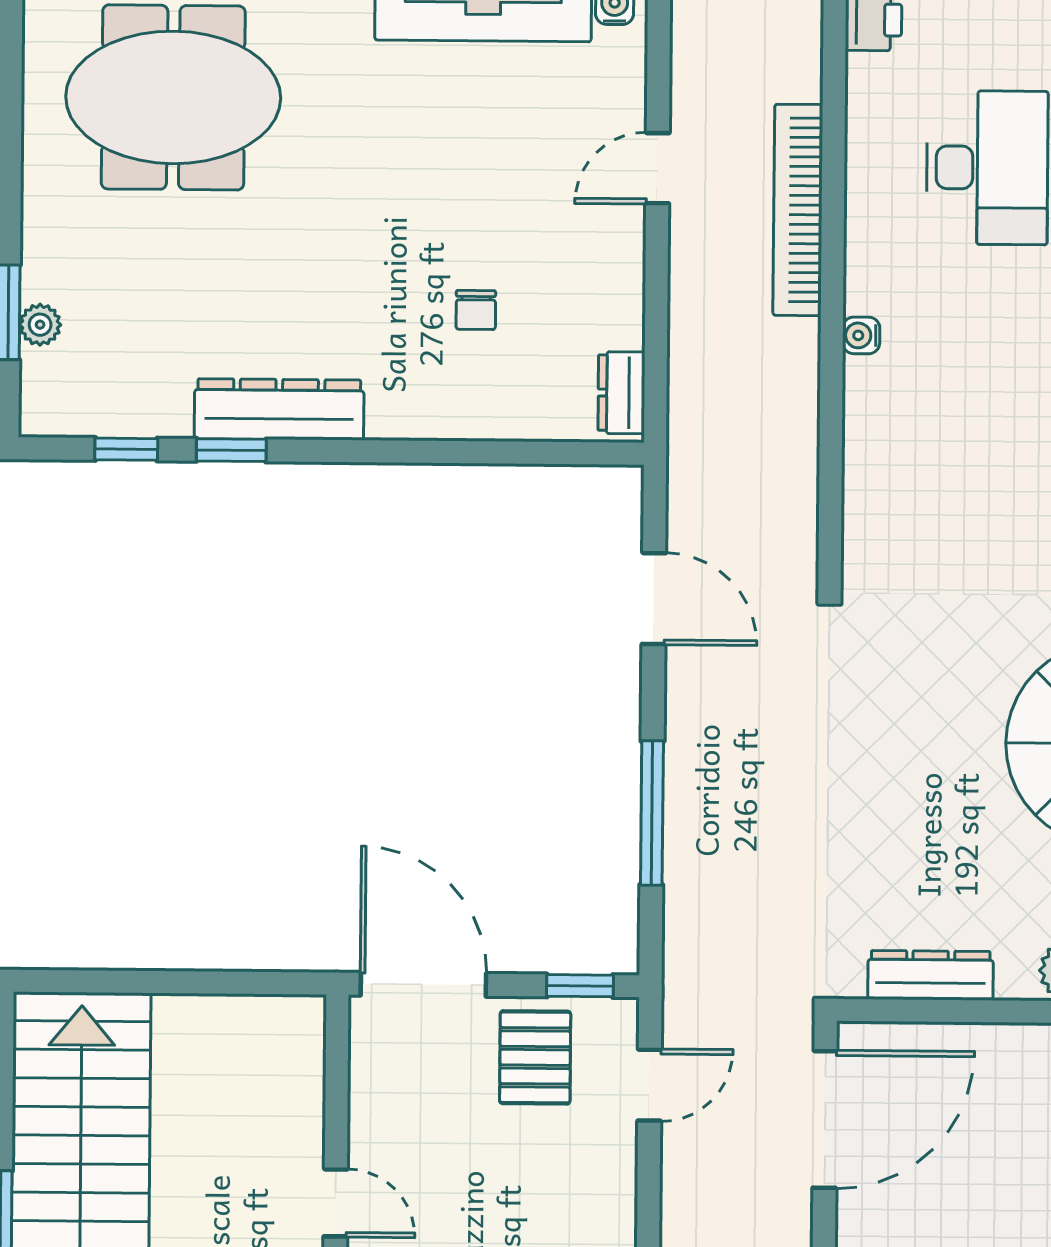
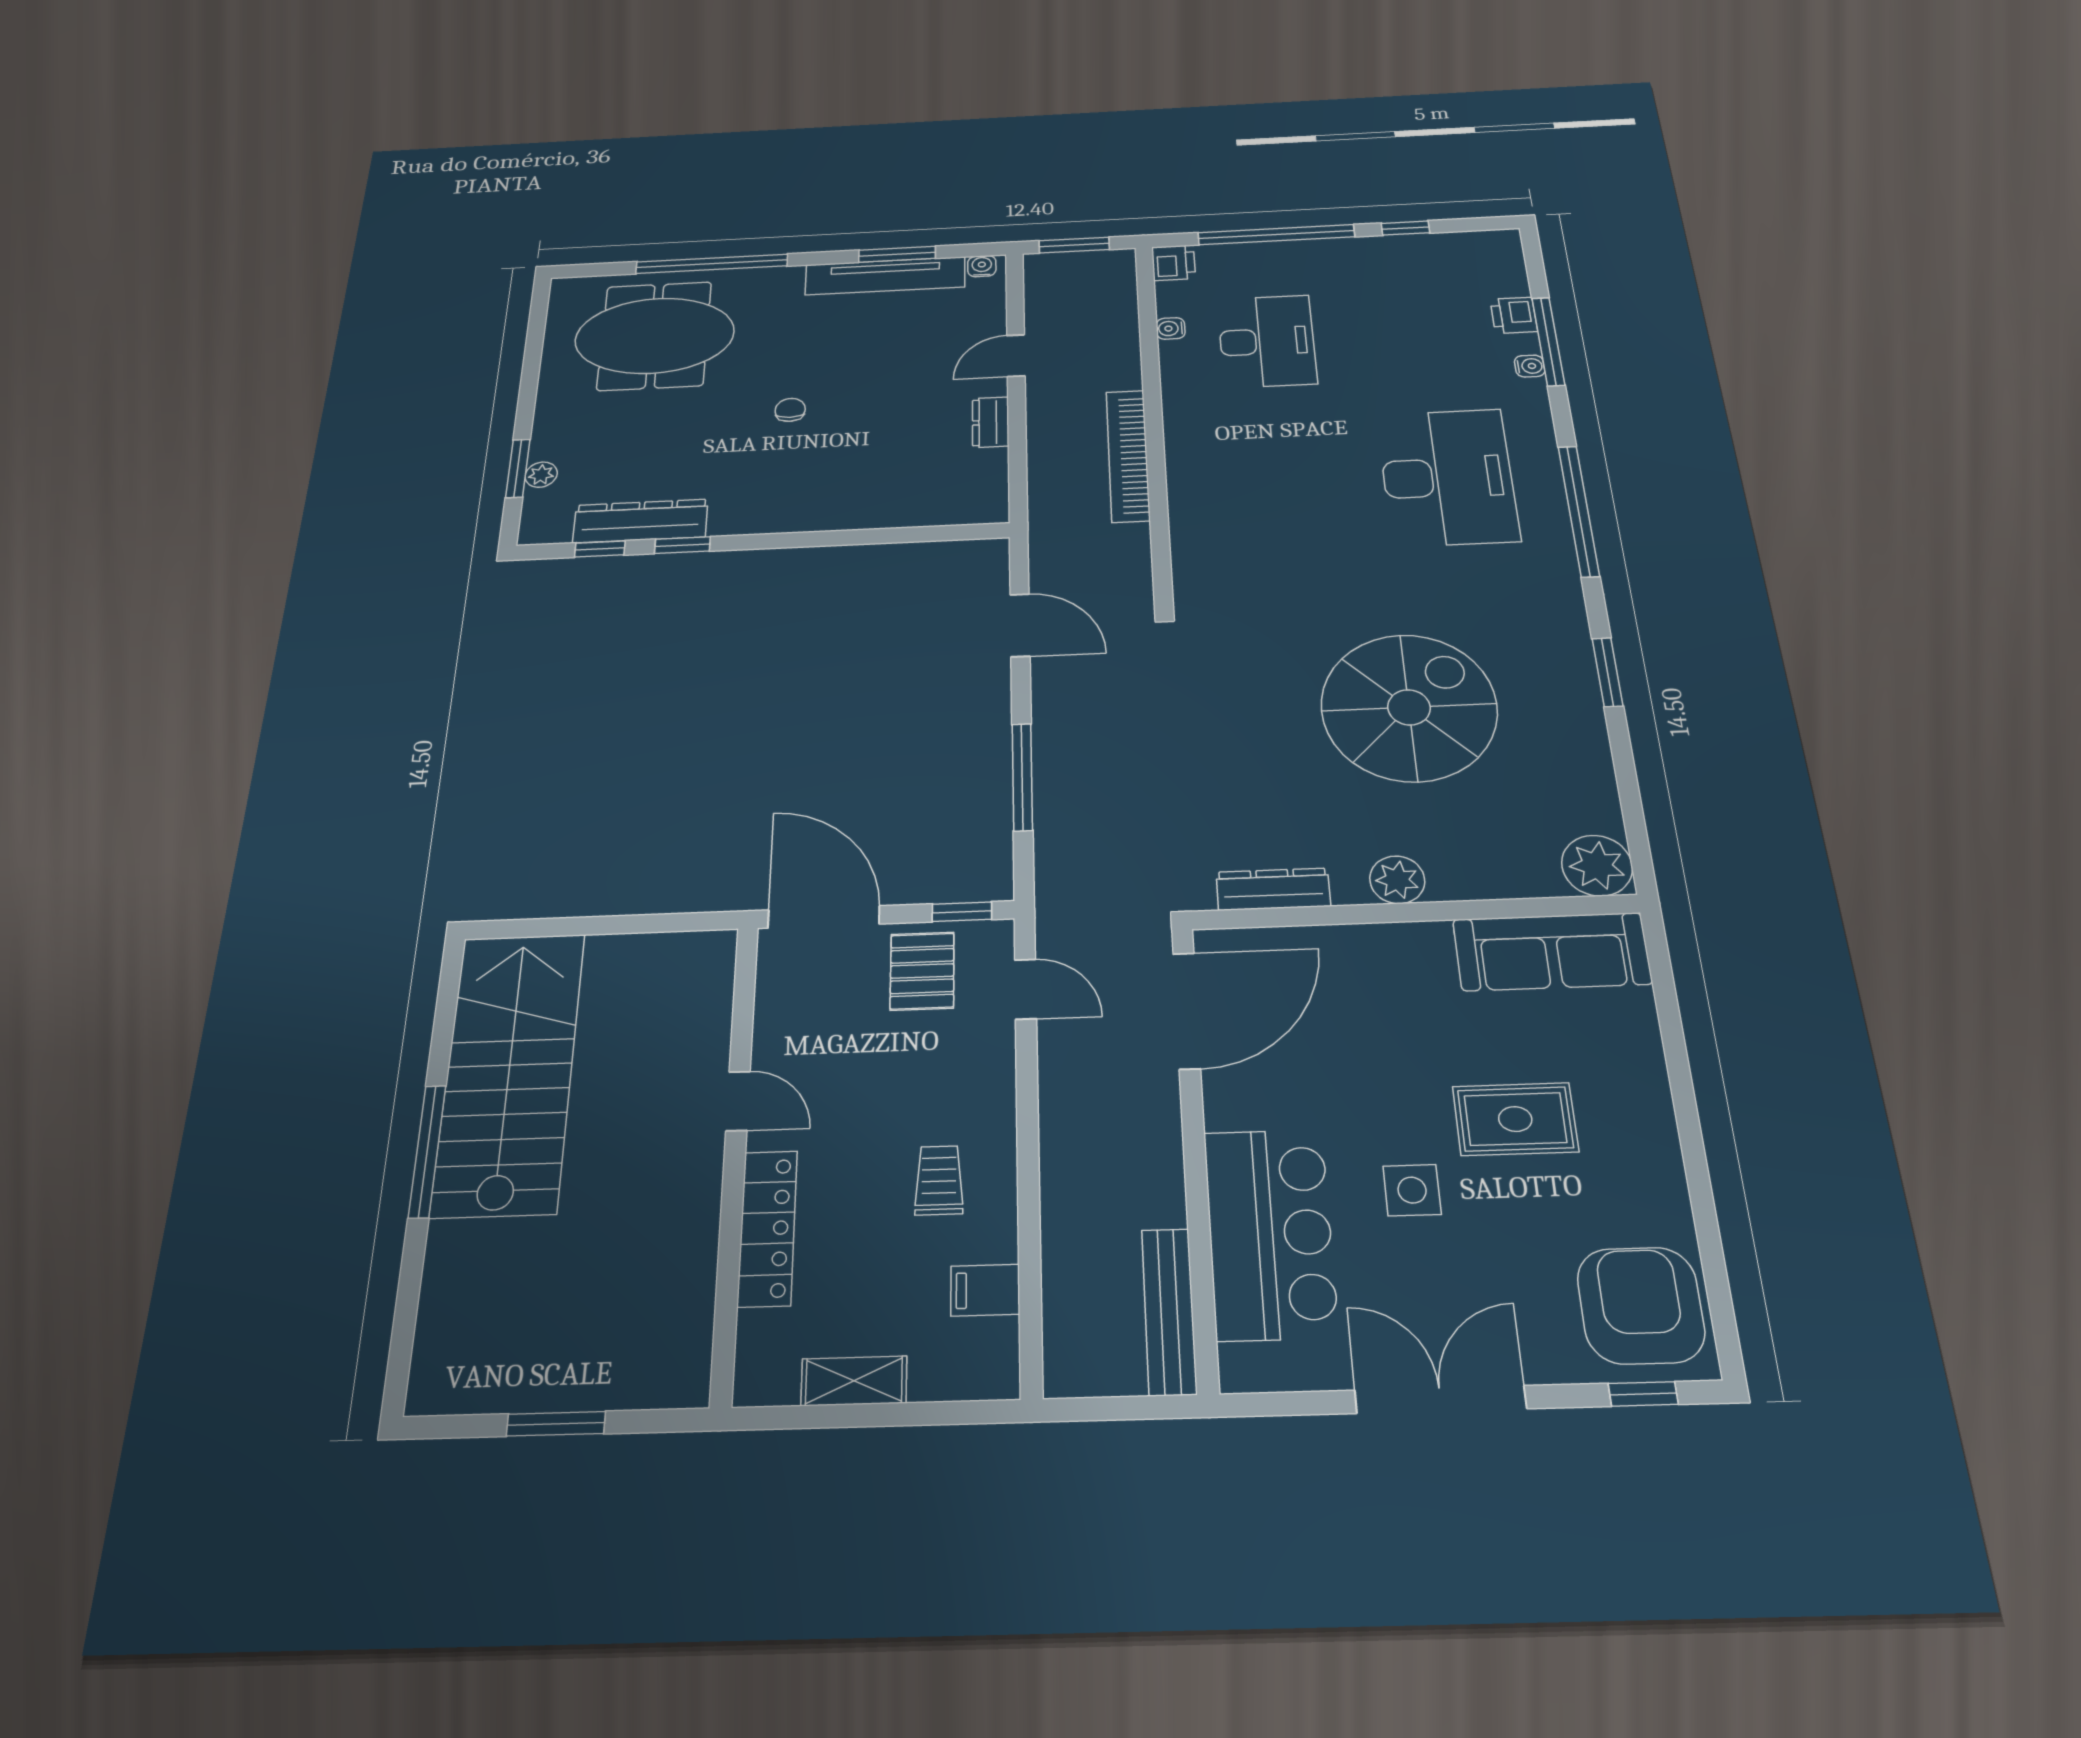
bookcase: (798, 210) -> (1128, 455), moved
chair: (476, 310) -> (790, 410), moved, turned 180
water cooler: (861, 335) -> (1171, 328), moved
dresser: (621, 393) -> (991, 422), moved
dresser: (279, 409) -> (640, 521), moved
door: (650, 1085) -> (1026, 989), hinge flipped

